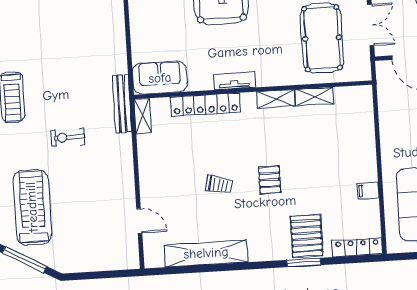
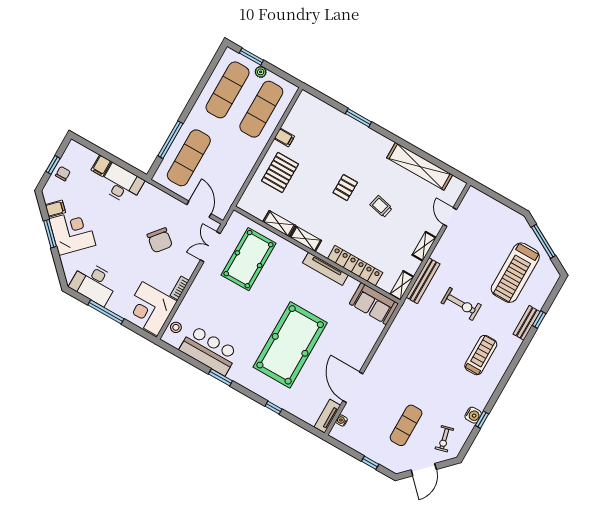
tv unit: (235, 81) -> (325, 269), width x1.41
bench: (122, 104) -> (423, 281), moved
exercise bike: (68, 137) -> (461, 304), width x1.38, depth x1.39
shelving: (146, 173) -> (424, 246), added
pallet: (307, 236) -> (280, 172), moved
locker: (357, 247) -> (316, 105), removed

